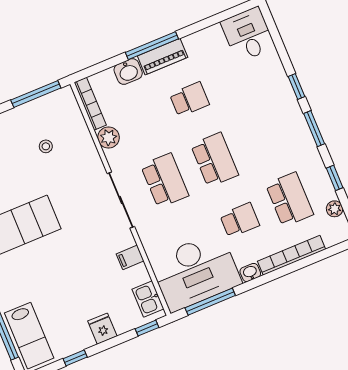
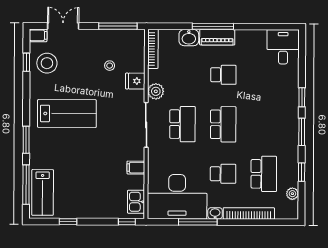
plant: (109, 138) -> (156, 91), moved
window: (210, 302) -> (198, 222), moved
fridge: (102, 329) -> (135, 81), moved, turned -90

